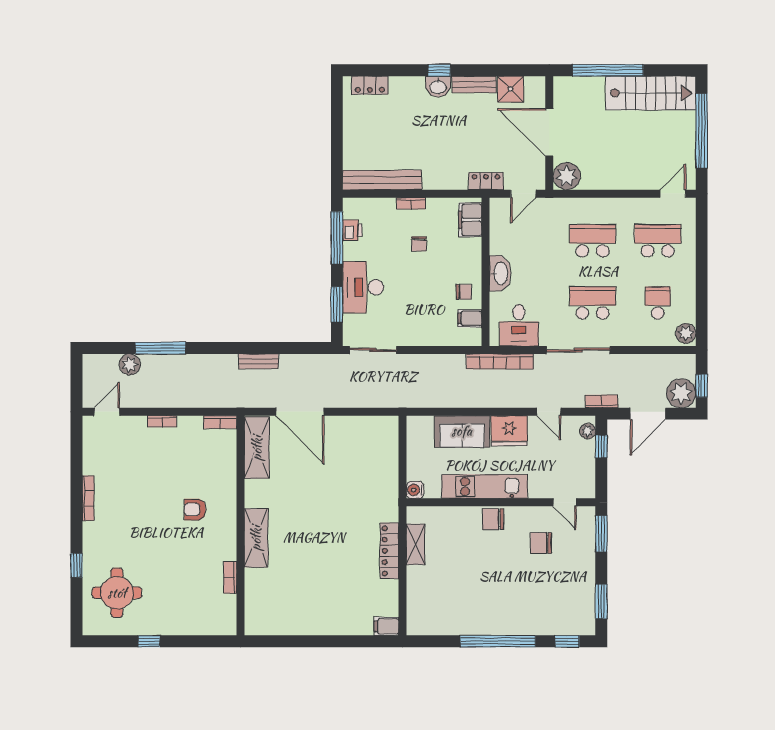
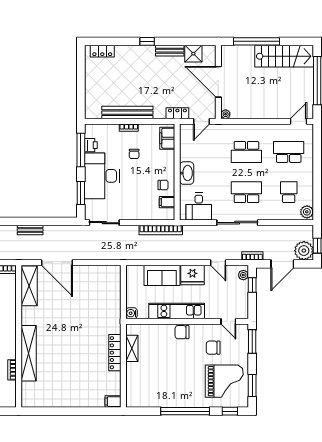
washbasin: (438, 87) -> (146, 52), removed
plant: (567, 176) -> (226, 114), width x0.53, depth x0.53
bench: (382, 180) -> (127, 113), moved
school desk: (593, 241) -> (246, 152), turned 180
desk: (363, 287) -> (102, 176), width x1.36, depth x1.30
bookcase: (500, 361) -> (161, 230), moved
shelving: (256, 538) -> (29, 353), width x1.47
grand piano: (558, 595) -> (224, 381), added

